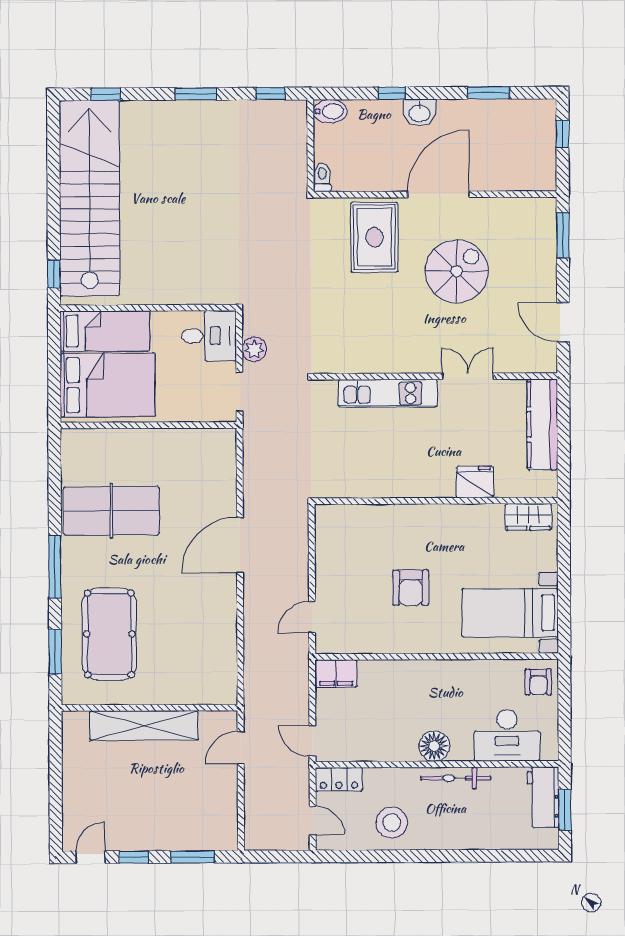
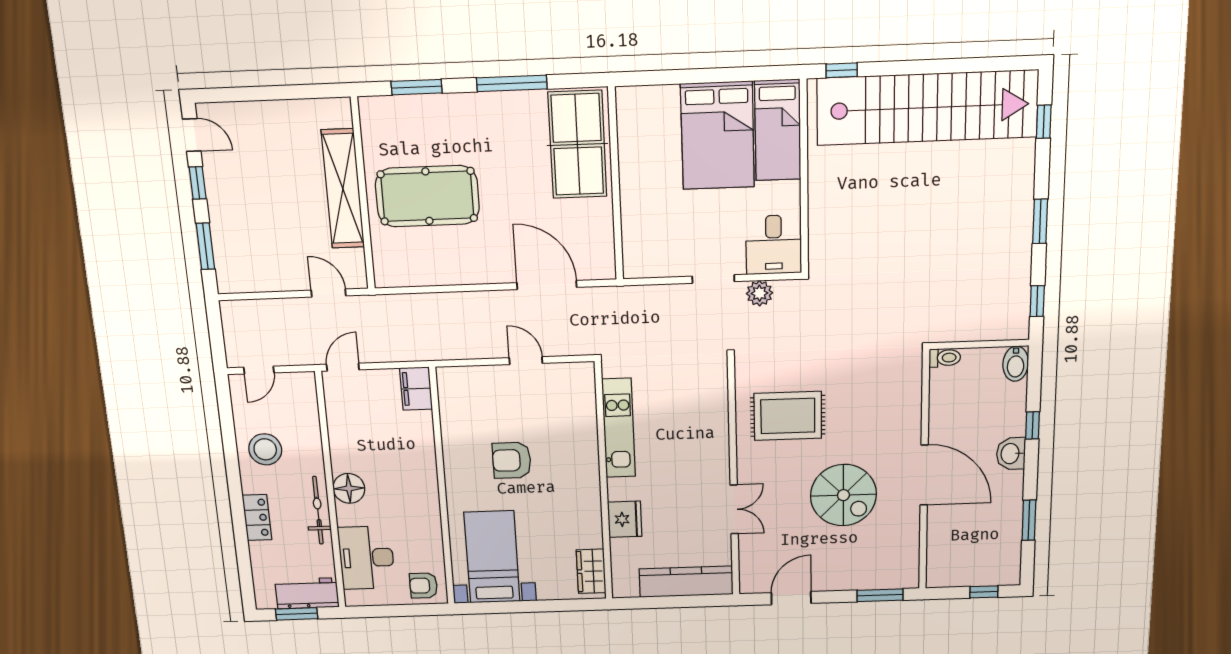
rug: (374, 237) -> (788, 416), moved
kitchen unit: (388, 393) -> (619, 428), moved, turned 180
wall: (148, 425) -> (616, 185), moved
door: (312, 617) -> (526, 361), moved
pool table: (109, 634) -> (427, 196), moved
locker: (339, 779) -> (257, 517), moved, turned 180

